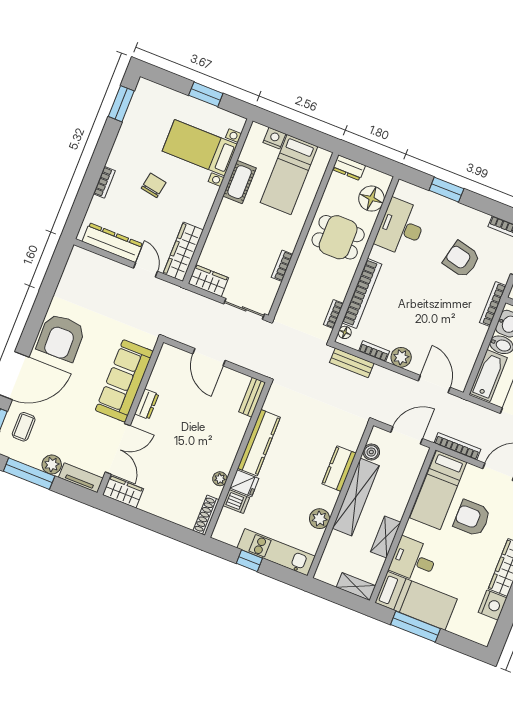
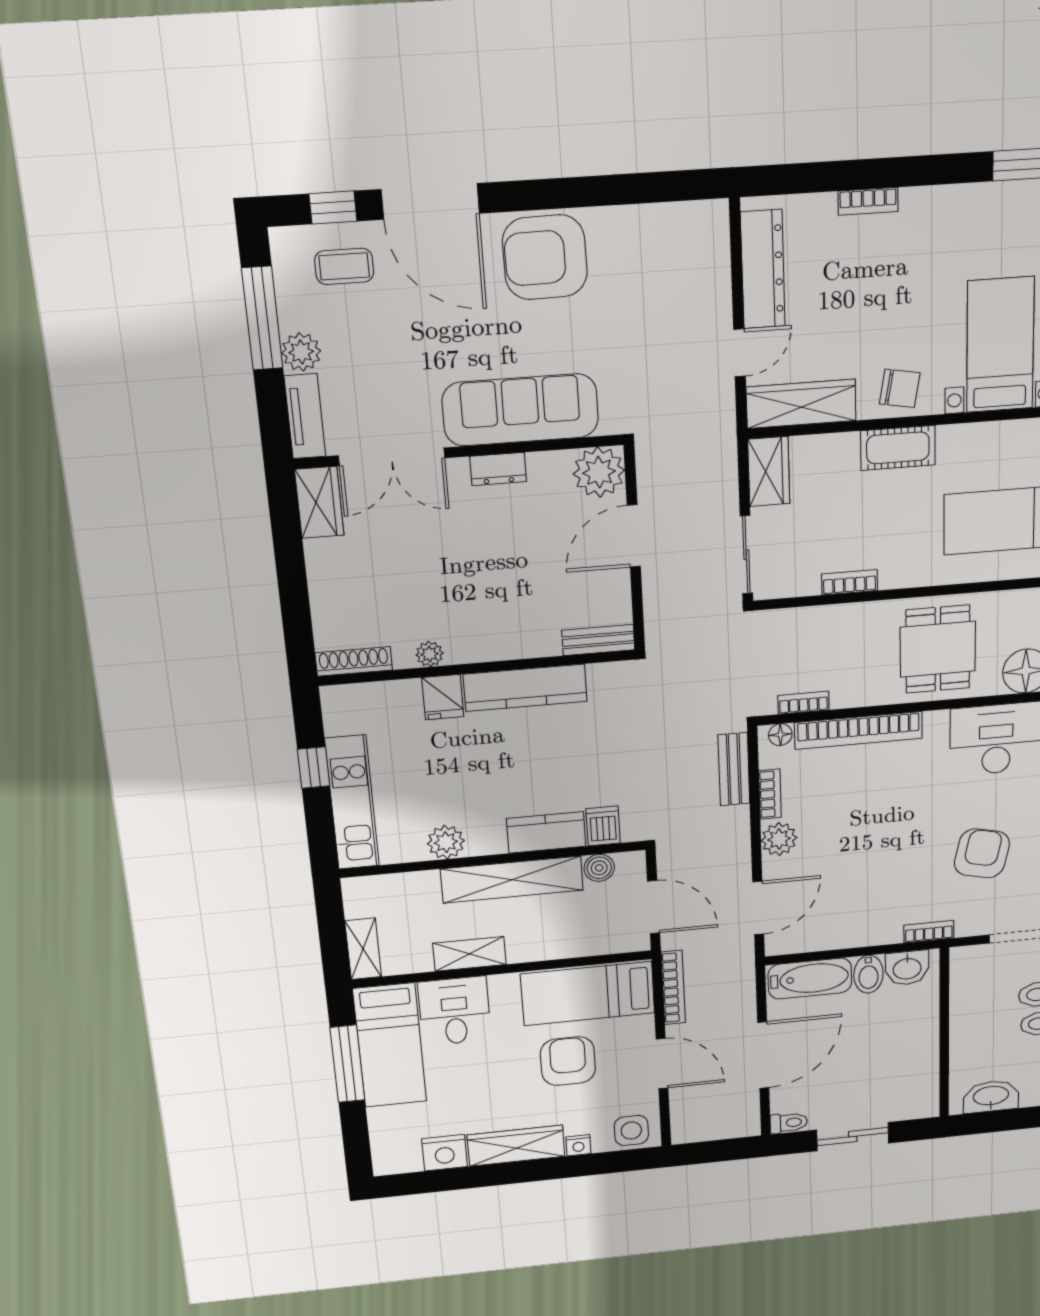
cot: (240, 182) -> (898, 448), moved
chair: (154, 185) -> (900, 388), moved
bookcase: (493, 304) -> (929, 932), width x0.64
plant: (170, 359) -> (599, 472), added
dishwasher: (236, 502) -> (603, 826), moved, turned 180

